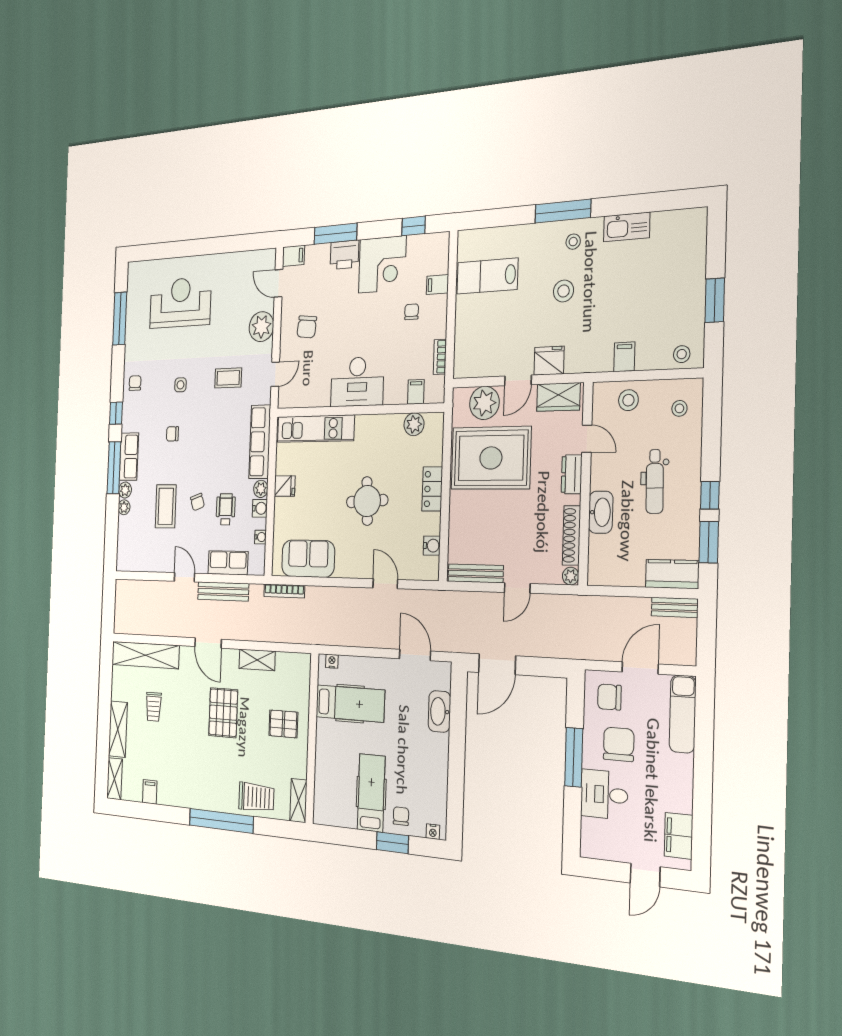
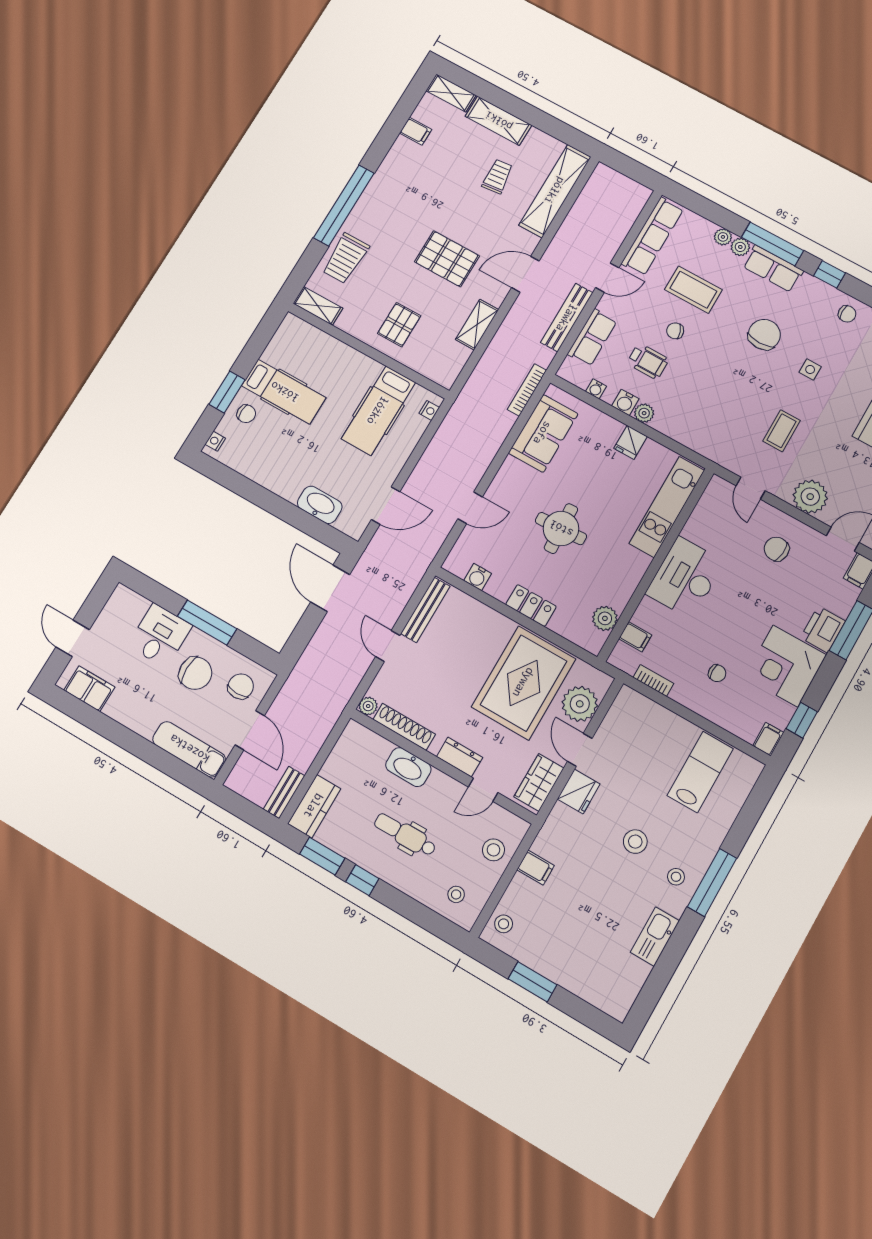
filing cabinet: (437, 285) -> (768, 739), moved
chair: (172, 434) -> (764, 335), width x1.87, depth x1.87
row of seats: (260, 442) -> (652, 236), moved, turned 90
trolley: (154, 707) -> (498, 176), turned 84

